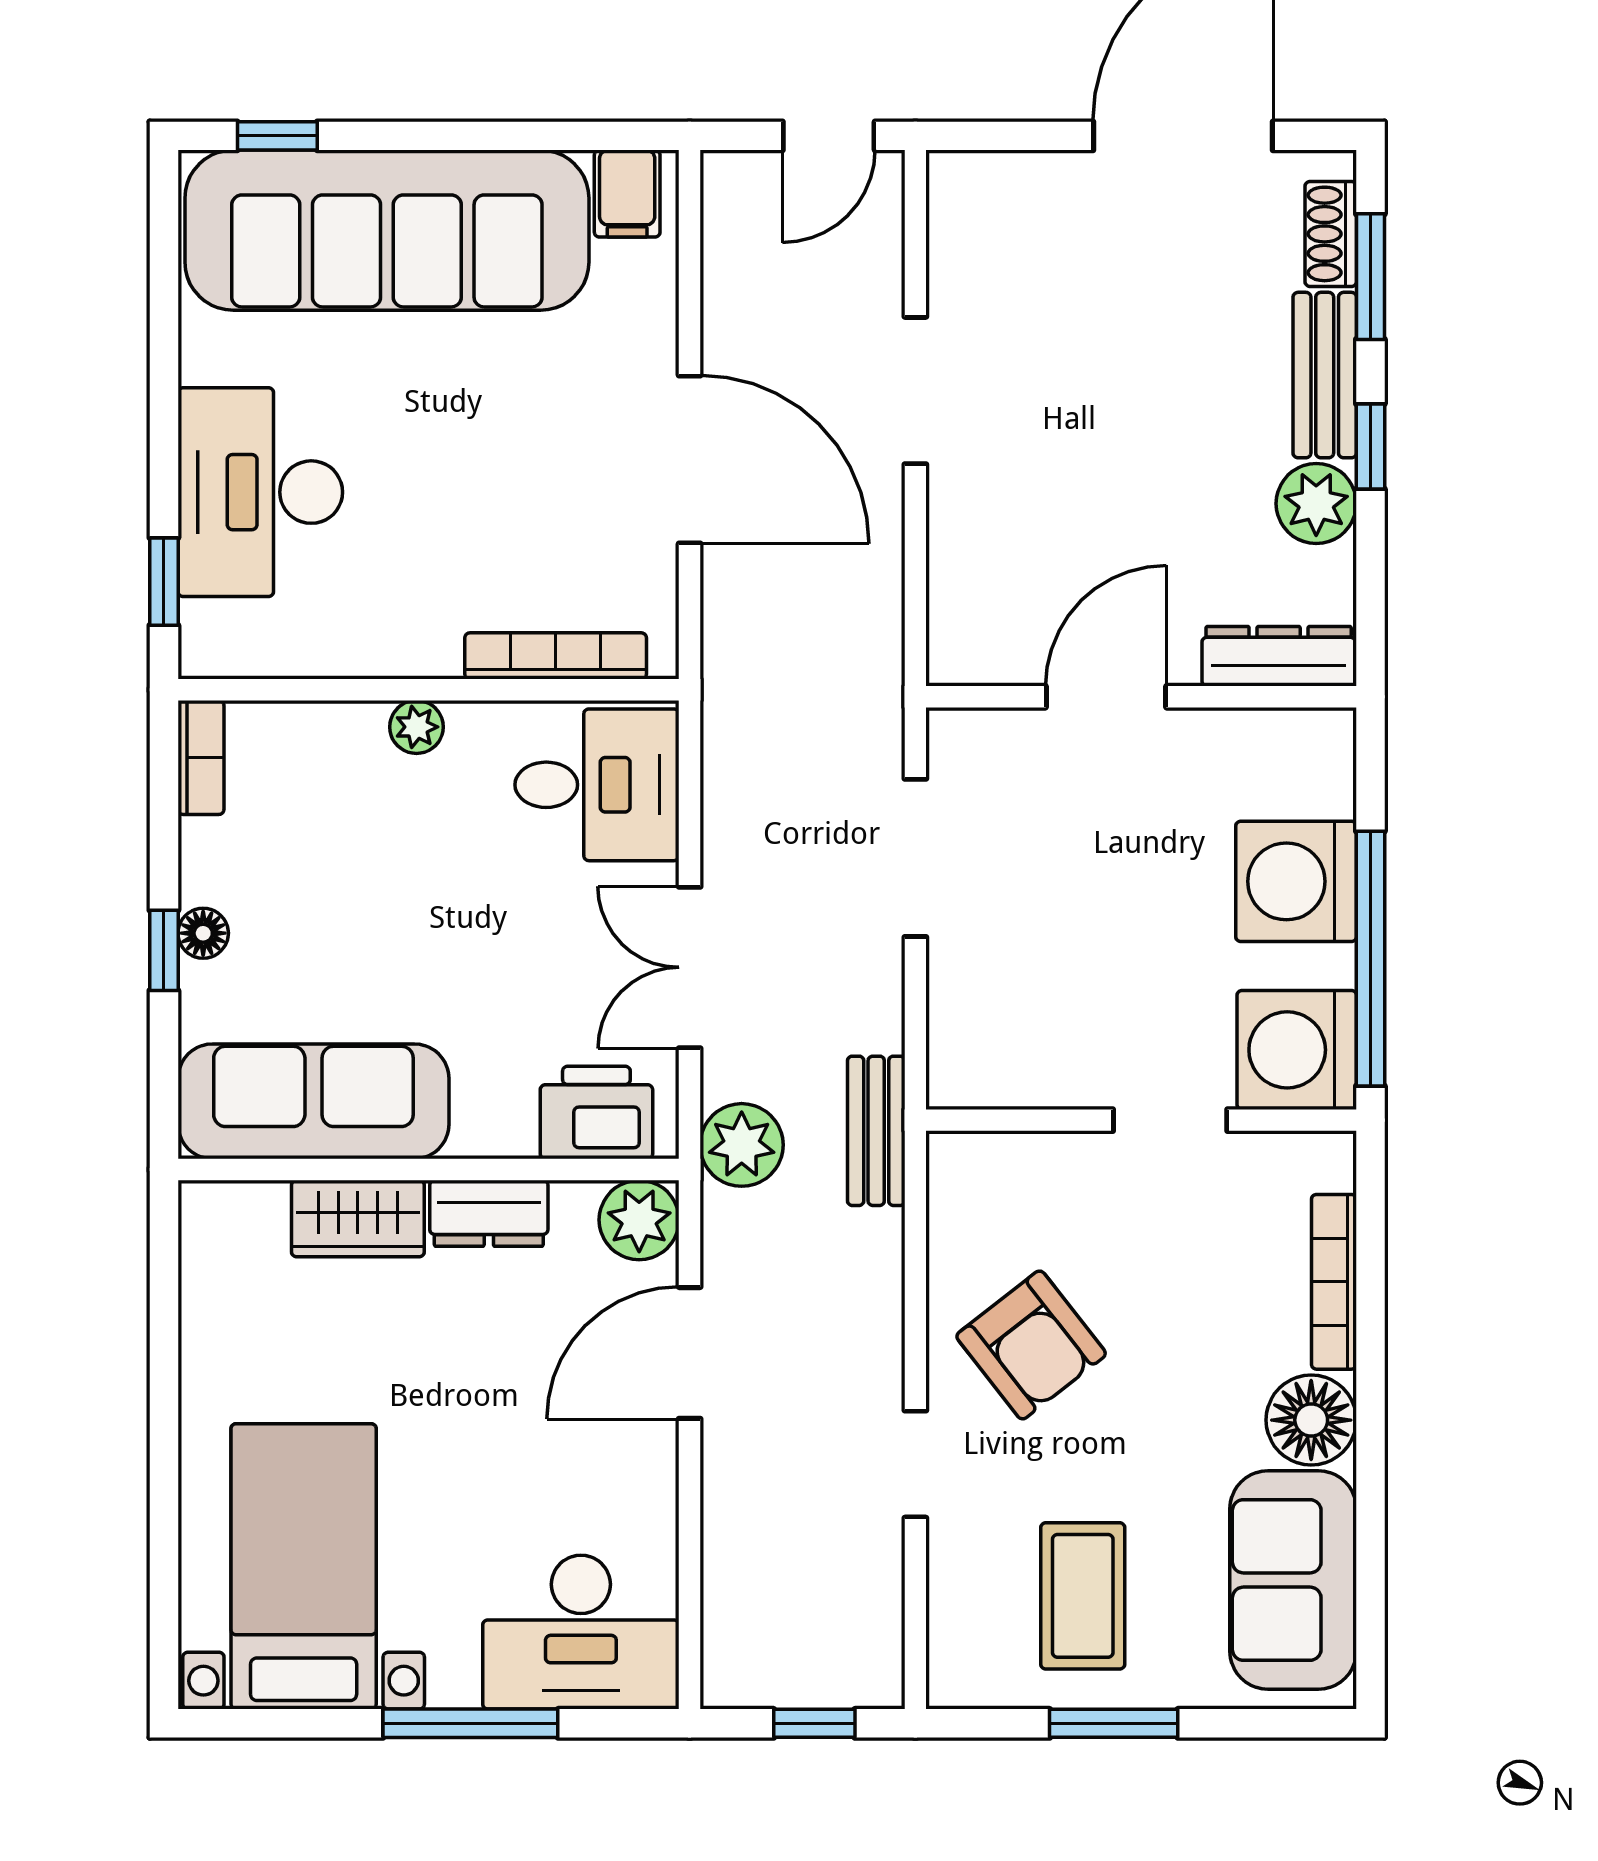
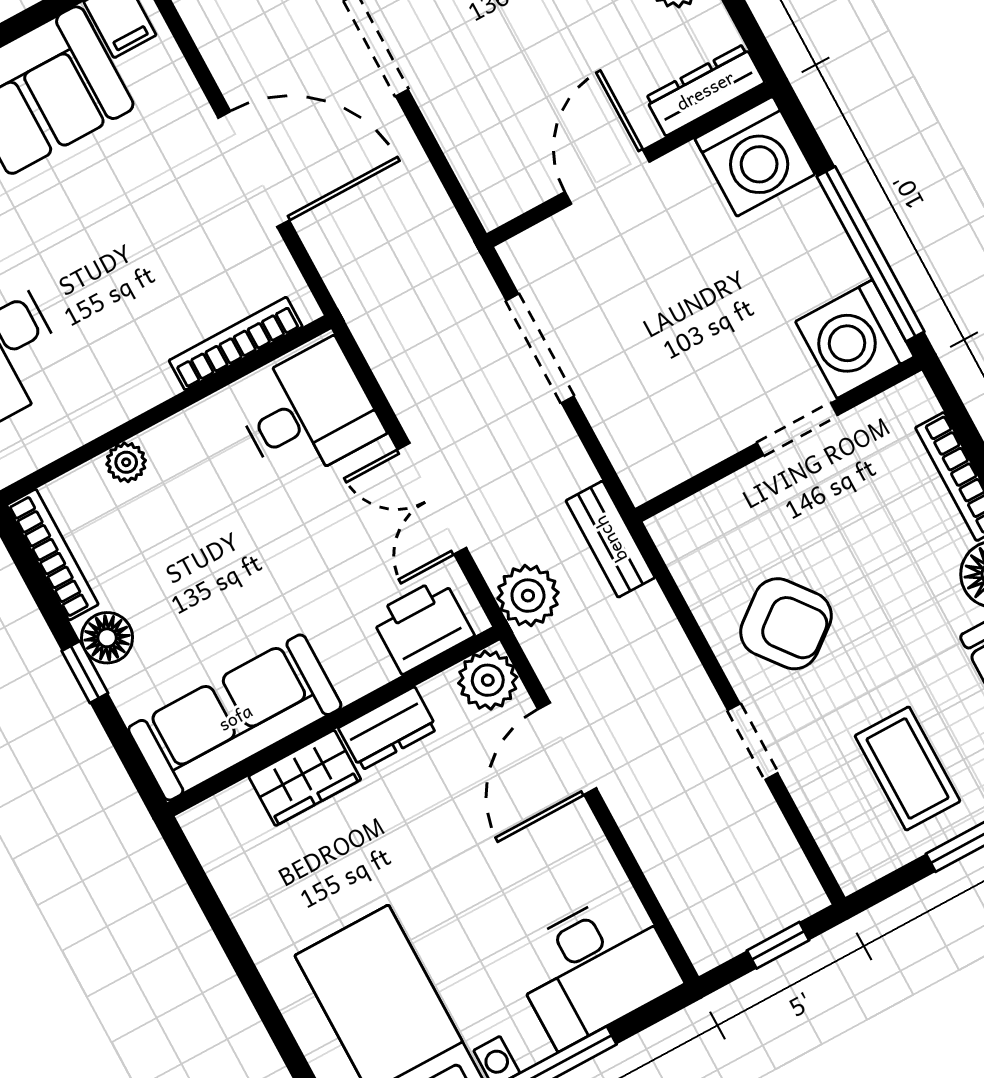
plant: (416, 727) -> (126, 462), moved
bookcase: (201, 757) -> (52, 555), width x1.56
washing machine: (1296, 881) -> (755, 156), moved, turned -90
floor lamp: (203, 933) -> (107, 638), width x1.37, depth x1.37

